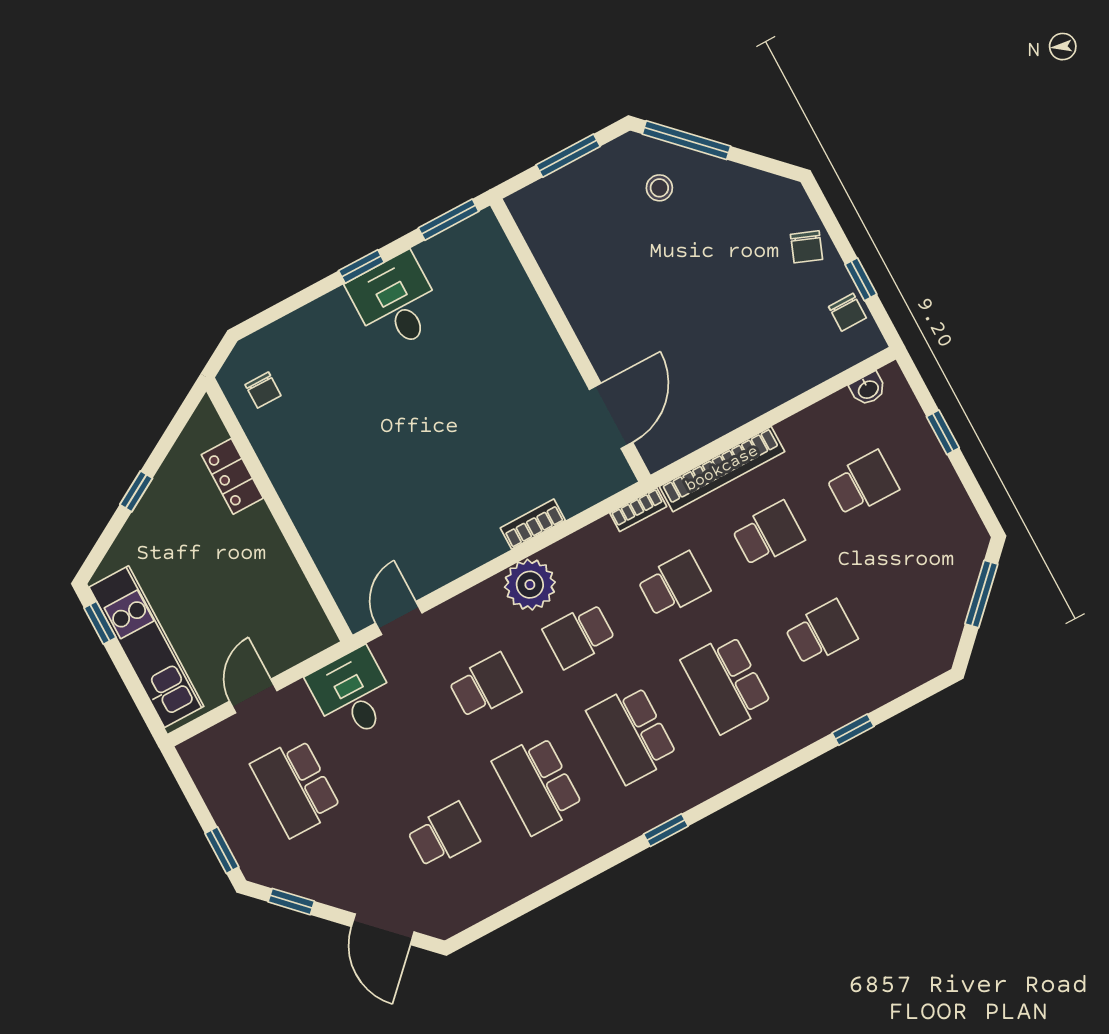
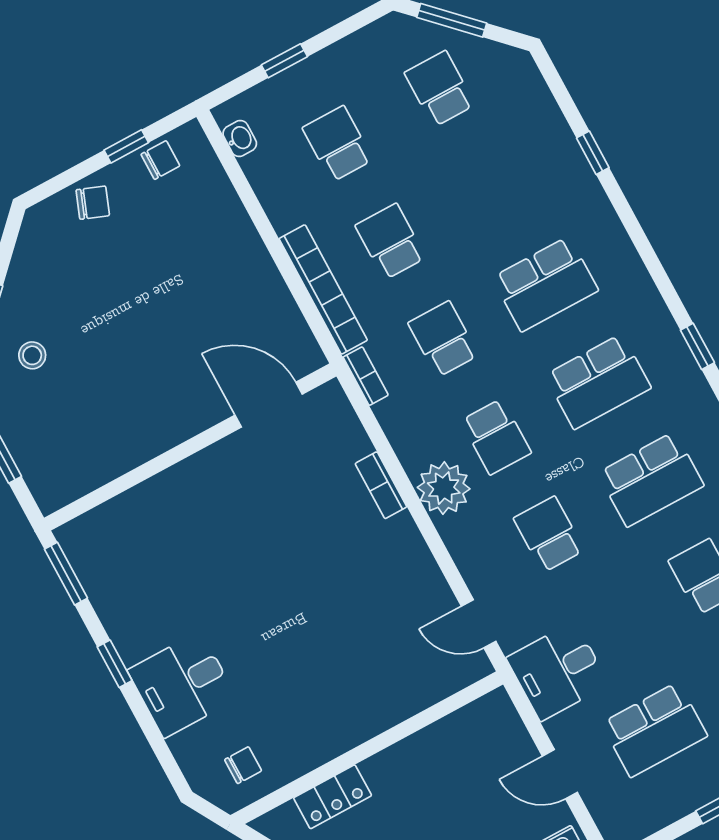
desk: (396, 302) -> (182, 685), moved
school desk: (821, 633) -> (440, 89), moved

